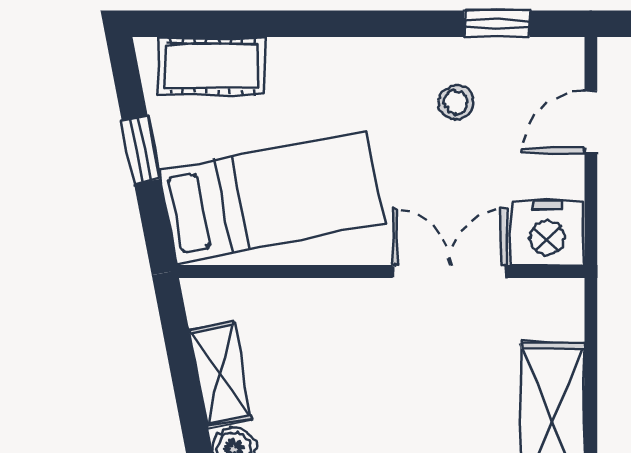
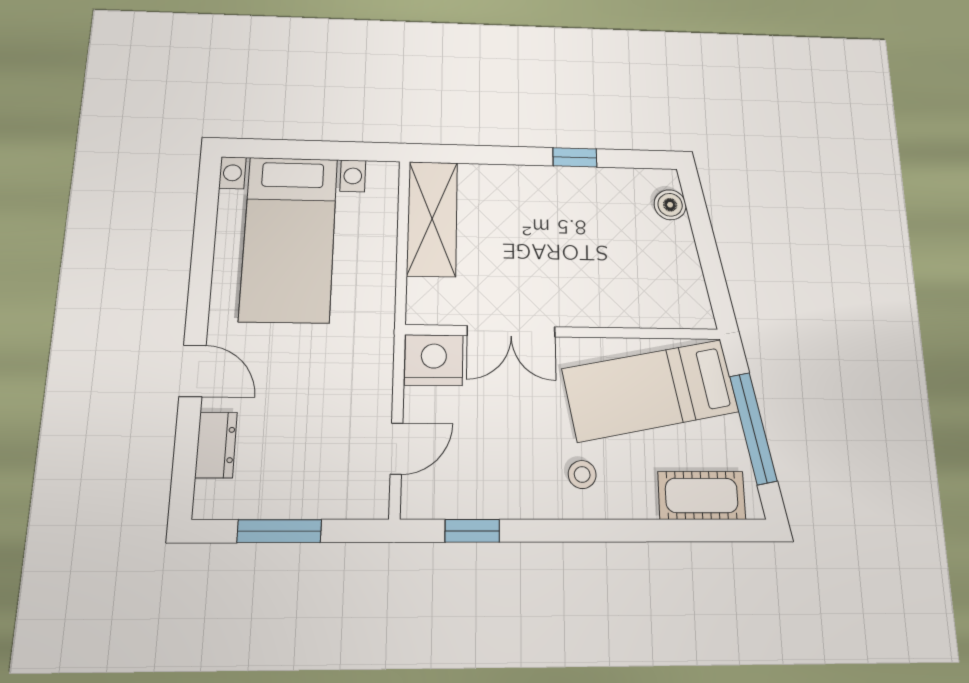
stool: (456, 102) -> (582, 474), moved
window: (141, 150) -> (753, 428), width x2.17
shelving: (220, 375) -> (683, 258), removed

